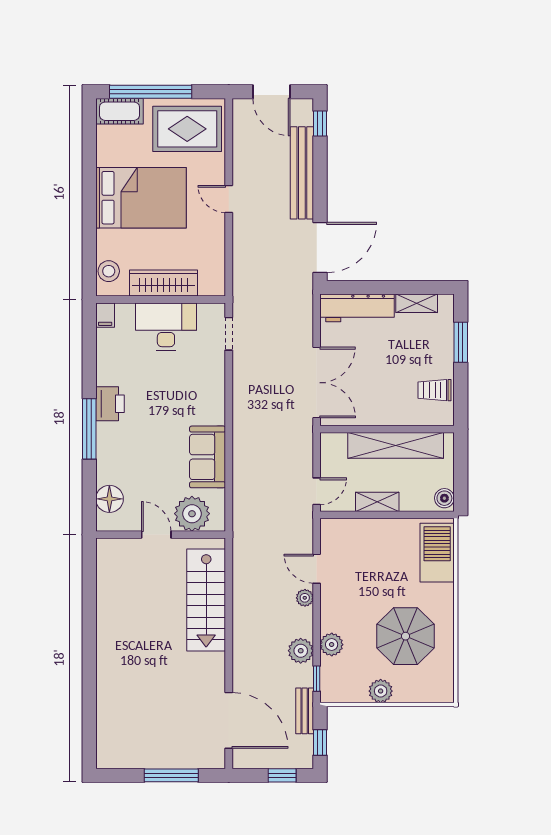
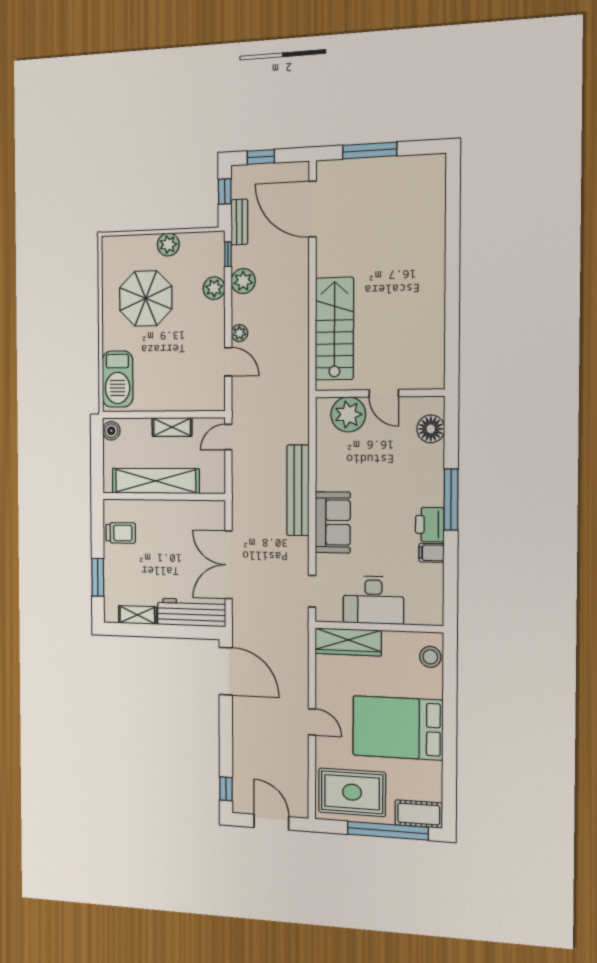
bench: (302, 173) -> (298, 490), moved
door: (320, 247) -> (226, 671), swing flipped
wardrobe: (164, 283) -> (348, 642), moved
filing cabinet: (105, 315) -> (431, 553), moved, turned -90
double door: (317, 383) -> (229, 565), moved
sofa: (208, 457) -> (333, 522), moved

